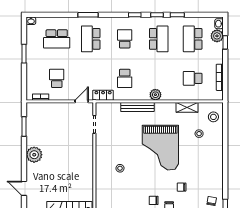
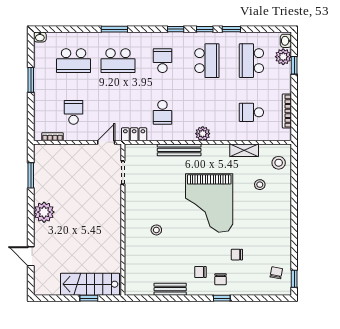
school desk: (91, 39) -> (118, 61), turned -90

